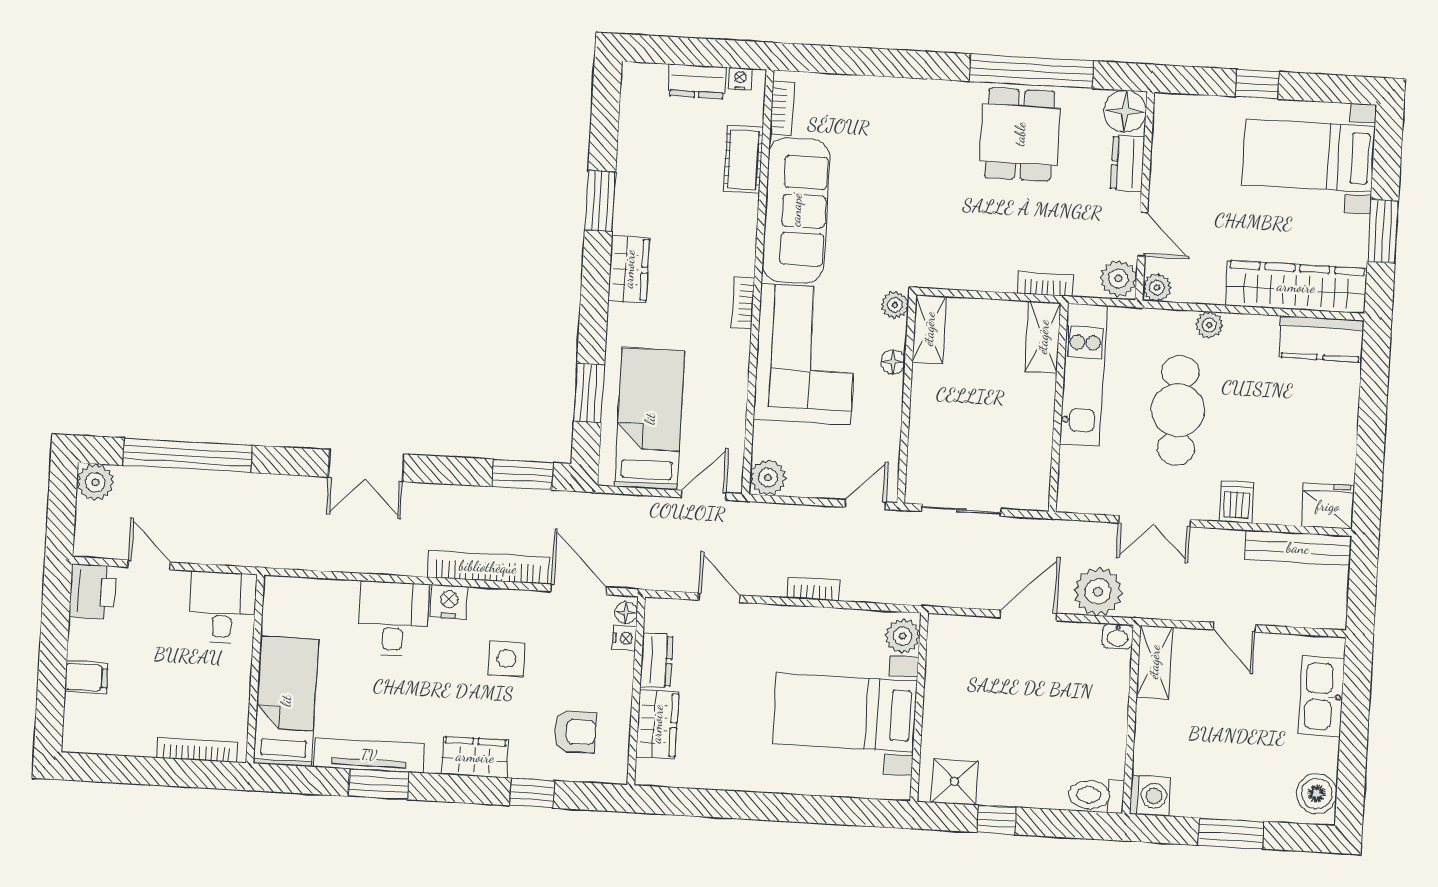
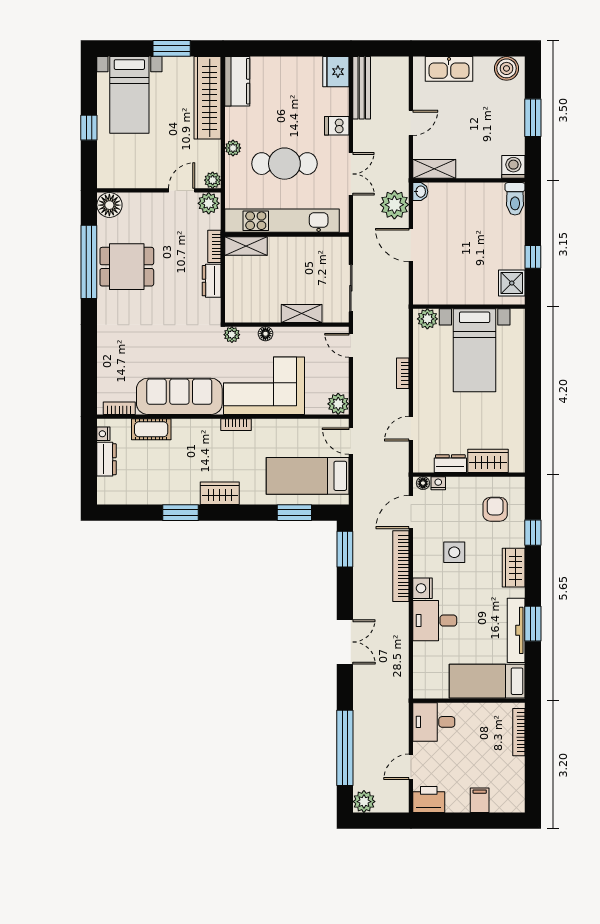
dresser: (1128, 163) -> (212, 281), moved, turned 90
shelving: (929, 329) -> (302, 313), moved
kitchen unit: (1083, 375) -> (282, 221), width x1.36

